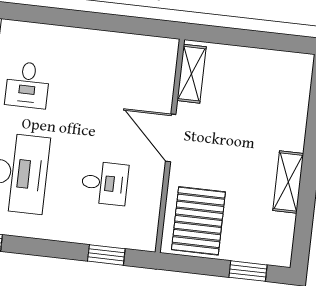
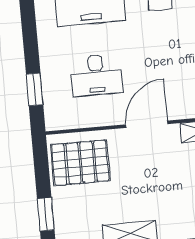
desk: (105, 183) -> (96, 75), width x1.37

